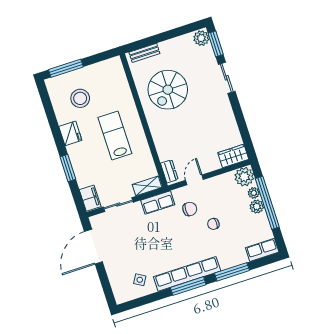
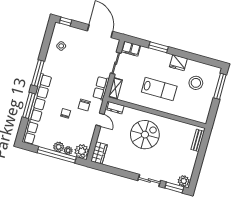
spiral stairs: (168, 90) -> (145, 135), moved, turned 90
row of seats: (187, 274) -> (40, 98), moved
window: (109, 293) -> (66, 22), added

